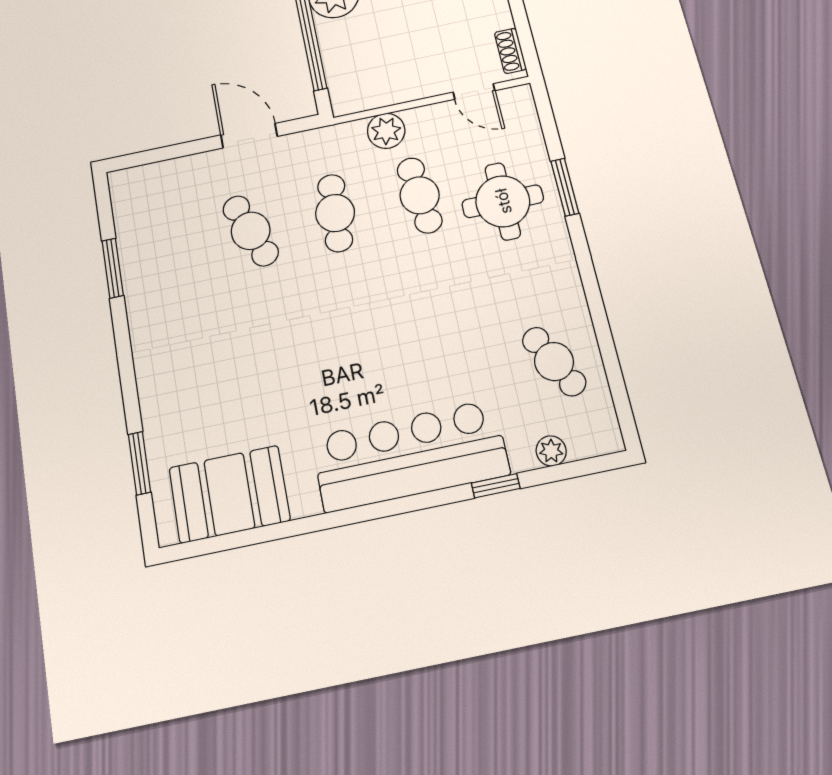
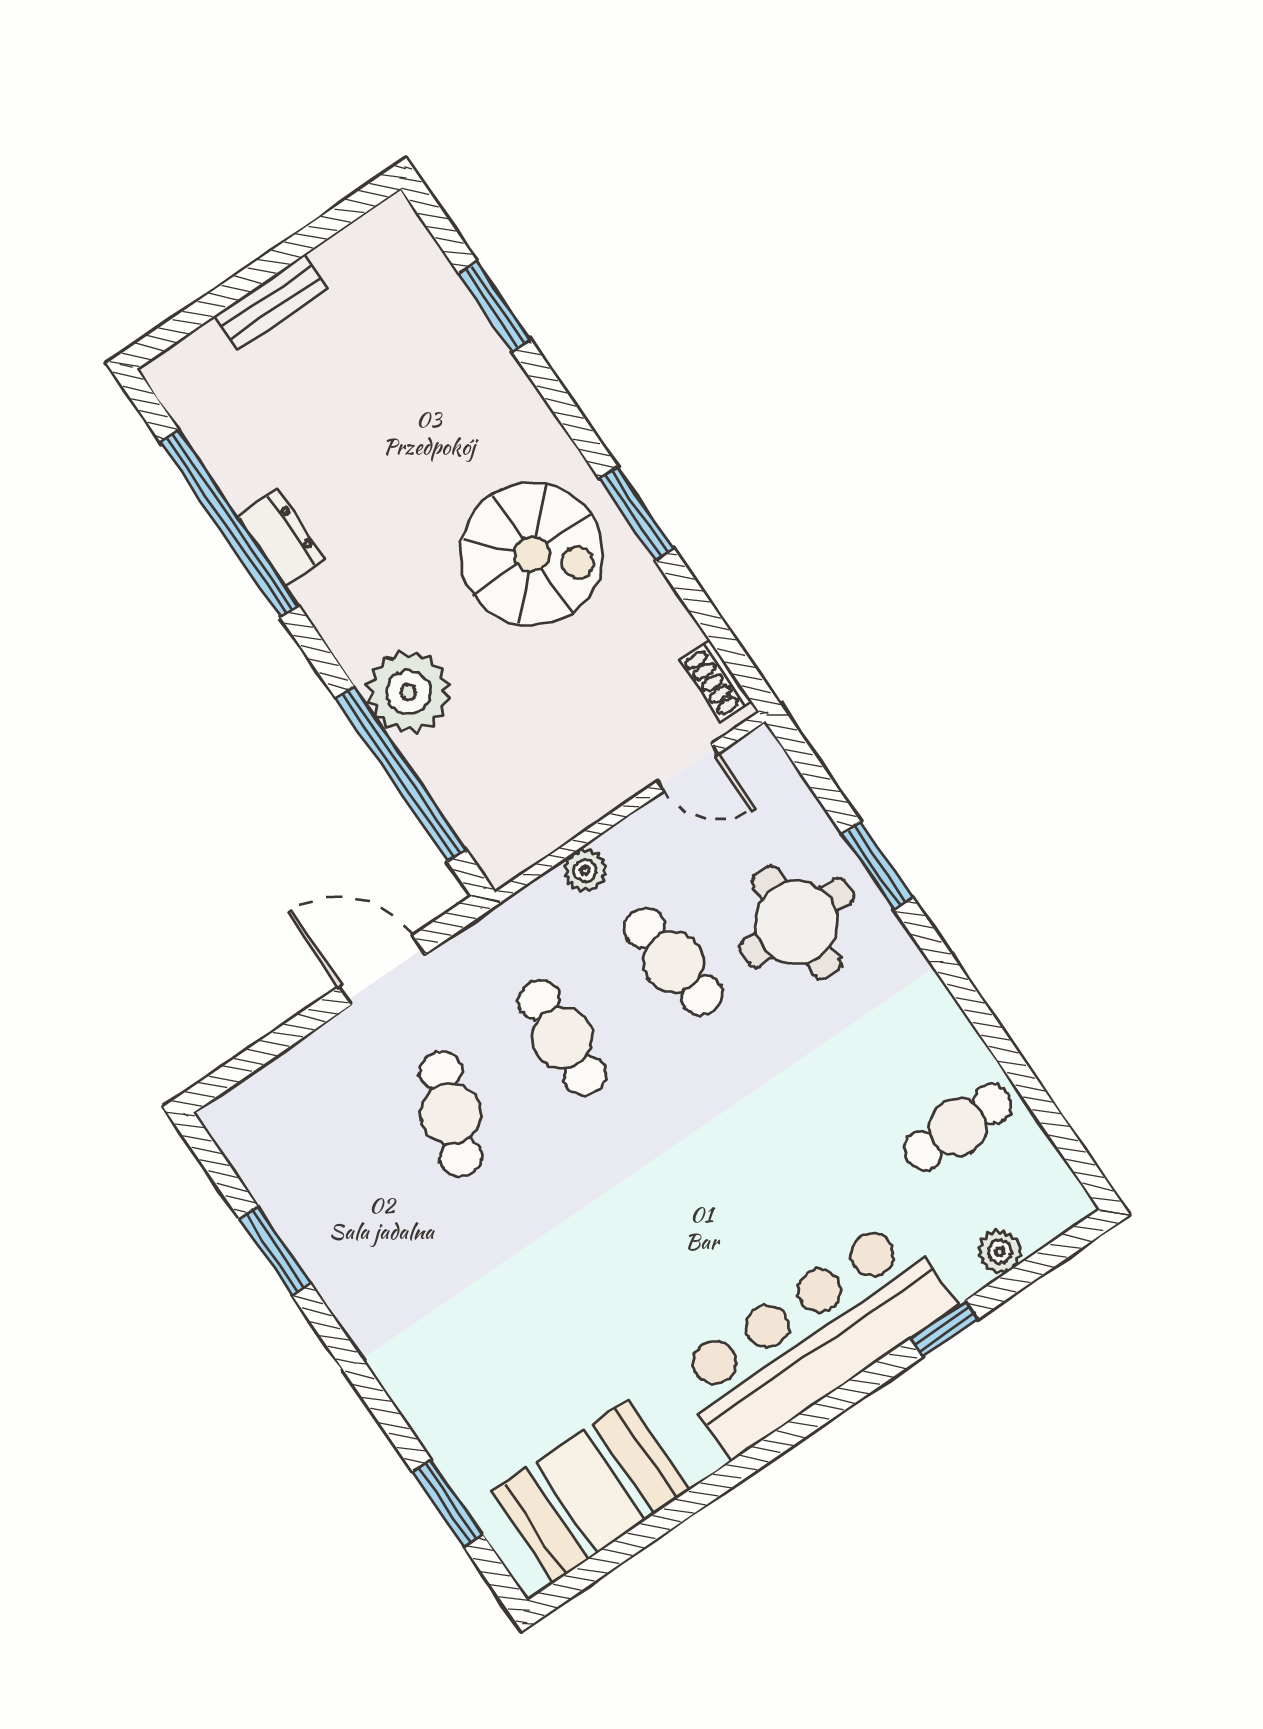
plant: (386, 131) -> (585, 870), width x0.73, depth x0.73
cafe table: (251, 231) -> (451, 1114), turned 42
cafe table: (554, 361) -> (958, 1127), turned -63

